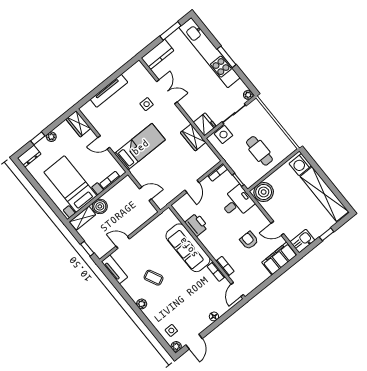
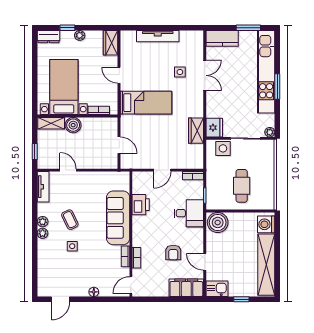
armchair: (249, 240) -> (173, 253), turned 180
side table: (171, 330) -> (72, 246), moved
plant: (176, 346) -> (43, 222), moved

